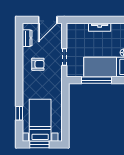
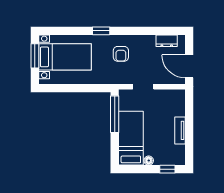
armchair: (38, 64) -> (121, 54), moved
window: (97, 80) -> (115, 114), moved
window: (19, 113) -> (101, 31), moved

